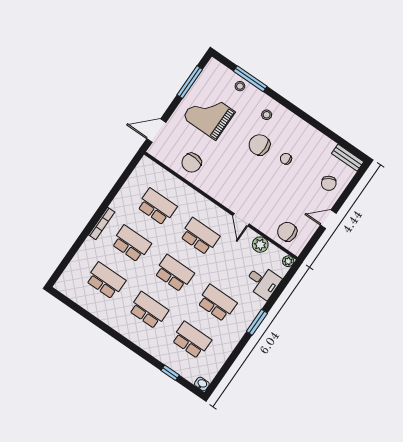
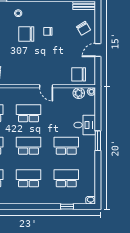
plant: (260, 245) -> (79, 93), moved
desk: (263, 282) -> (85, 125), moved

